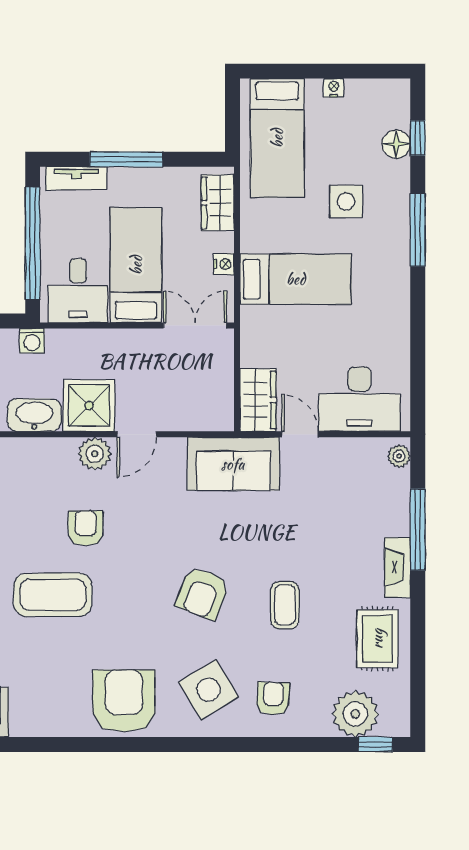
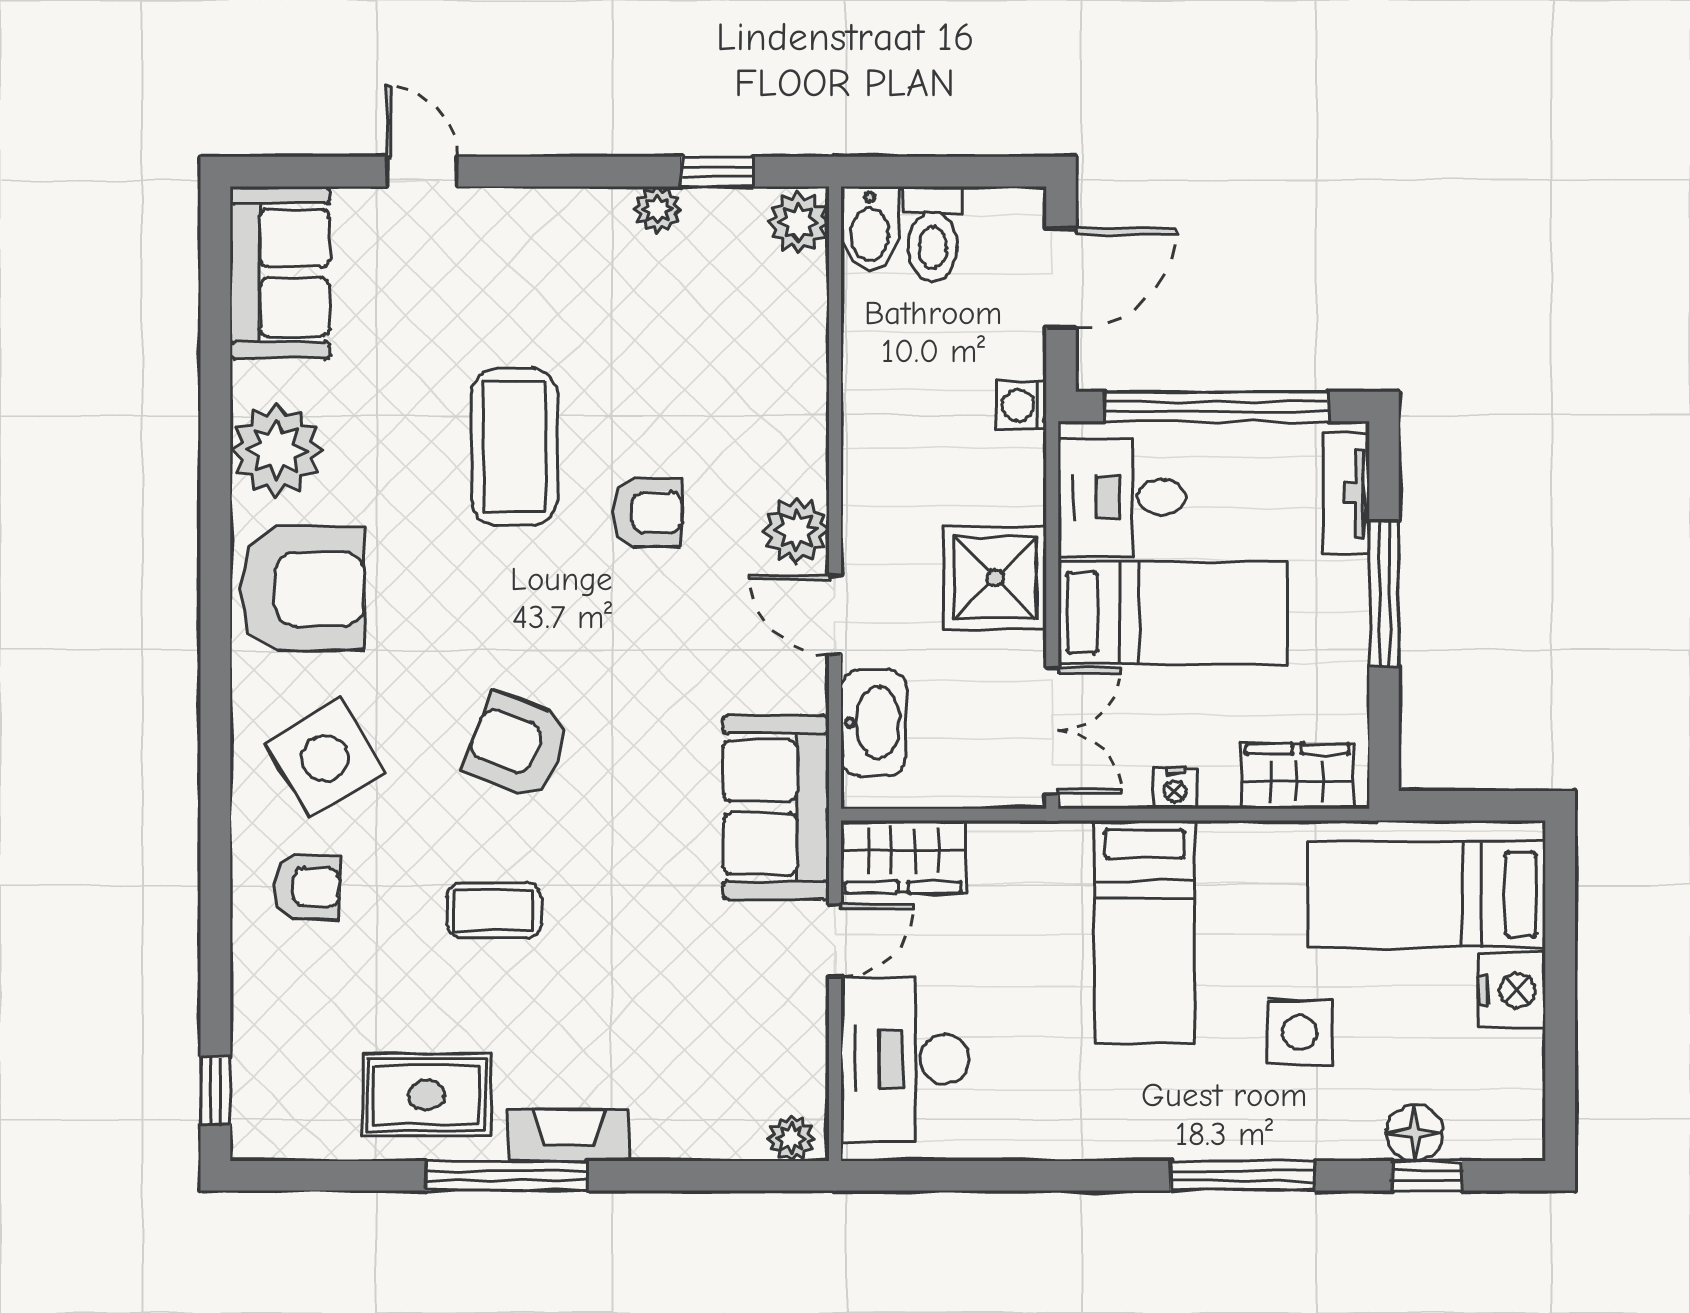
nightstand: (334, 88) -> (1512, 990), width x1.89, depth x1.79
shower: (89, 406) -> (995, 578), moved
washbasin: (34, 415) -> (873, 722), moved
window: (418, 530) -> (506, 1176), moved
plant: (355, 714) -> (276, 450), moved

